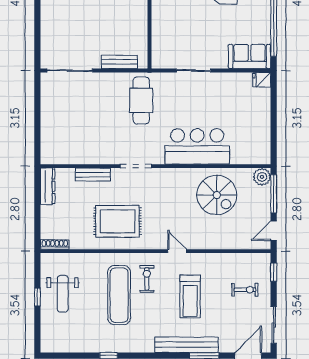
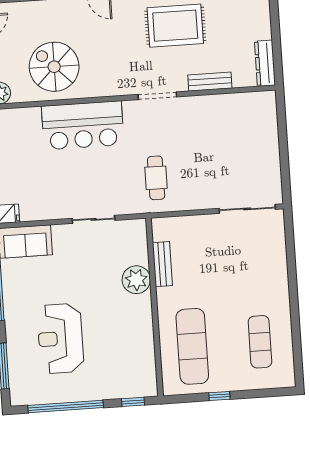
plant: (163, 20) -> (136, 280), added
bench: (119, 62) -> (162, 264), moved, turned 90
cafe table: (141, 100) -> (156, 178), width x0.73, depth x0.74

